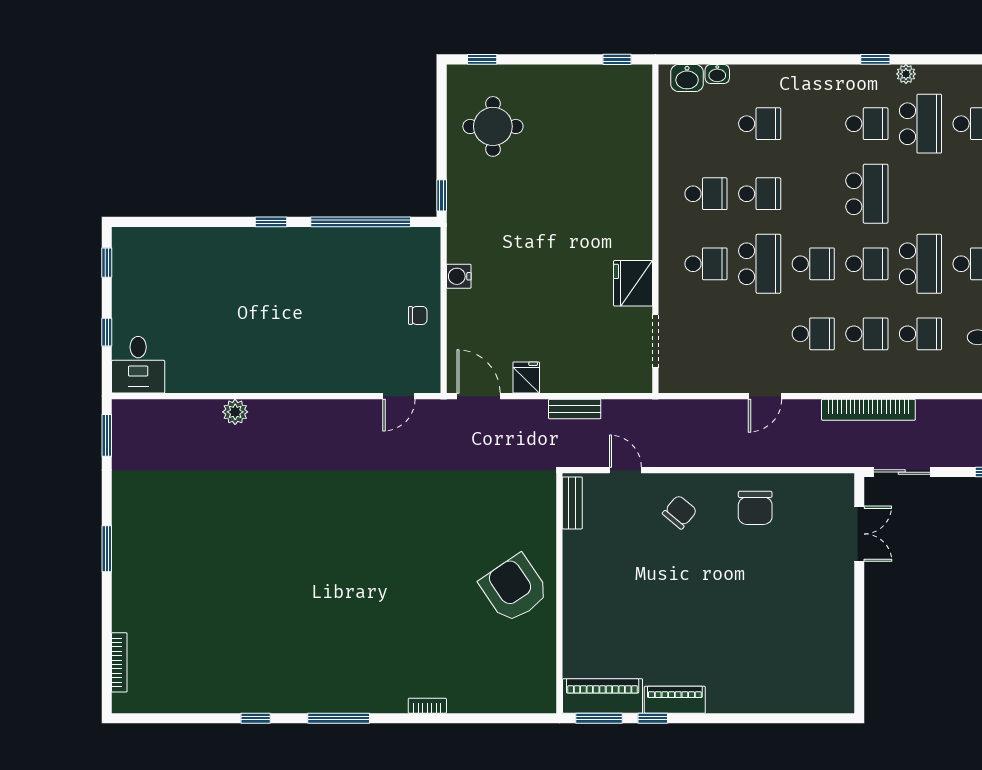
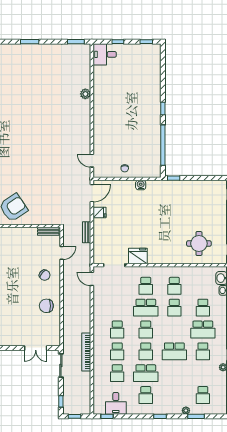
school desk: (920, 124) -> (203, 329), moved
round table: (493, 126) -> (199, 243), moved
door: (765, 396) -> (92, 279), moved

